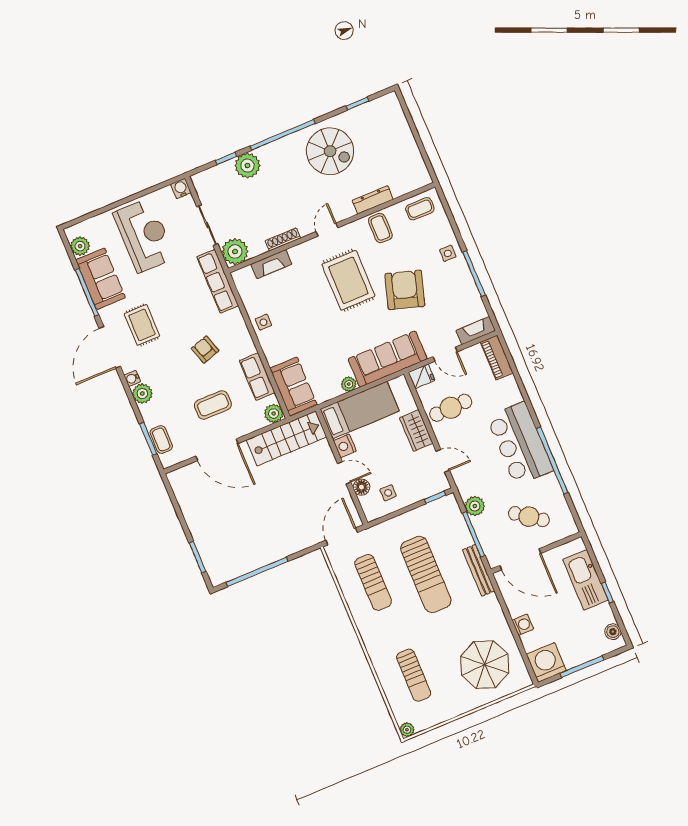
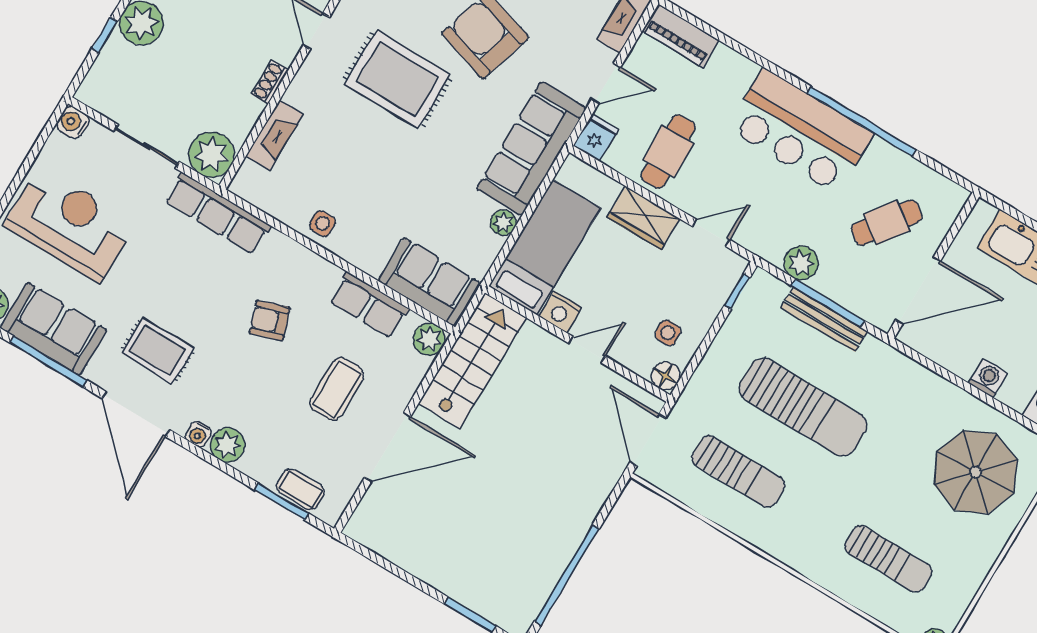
shoe rack: (283, 239) -> (270, 82), width x0.70
floor lamp: (361, 487) -> (666, 376), moved
bench: (479, 570) -> (824, 319), moved

